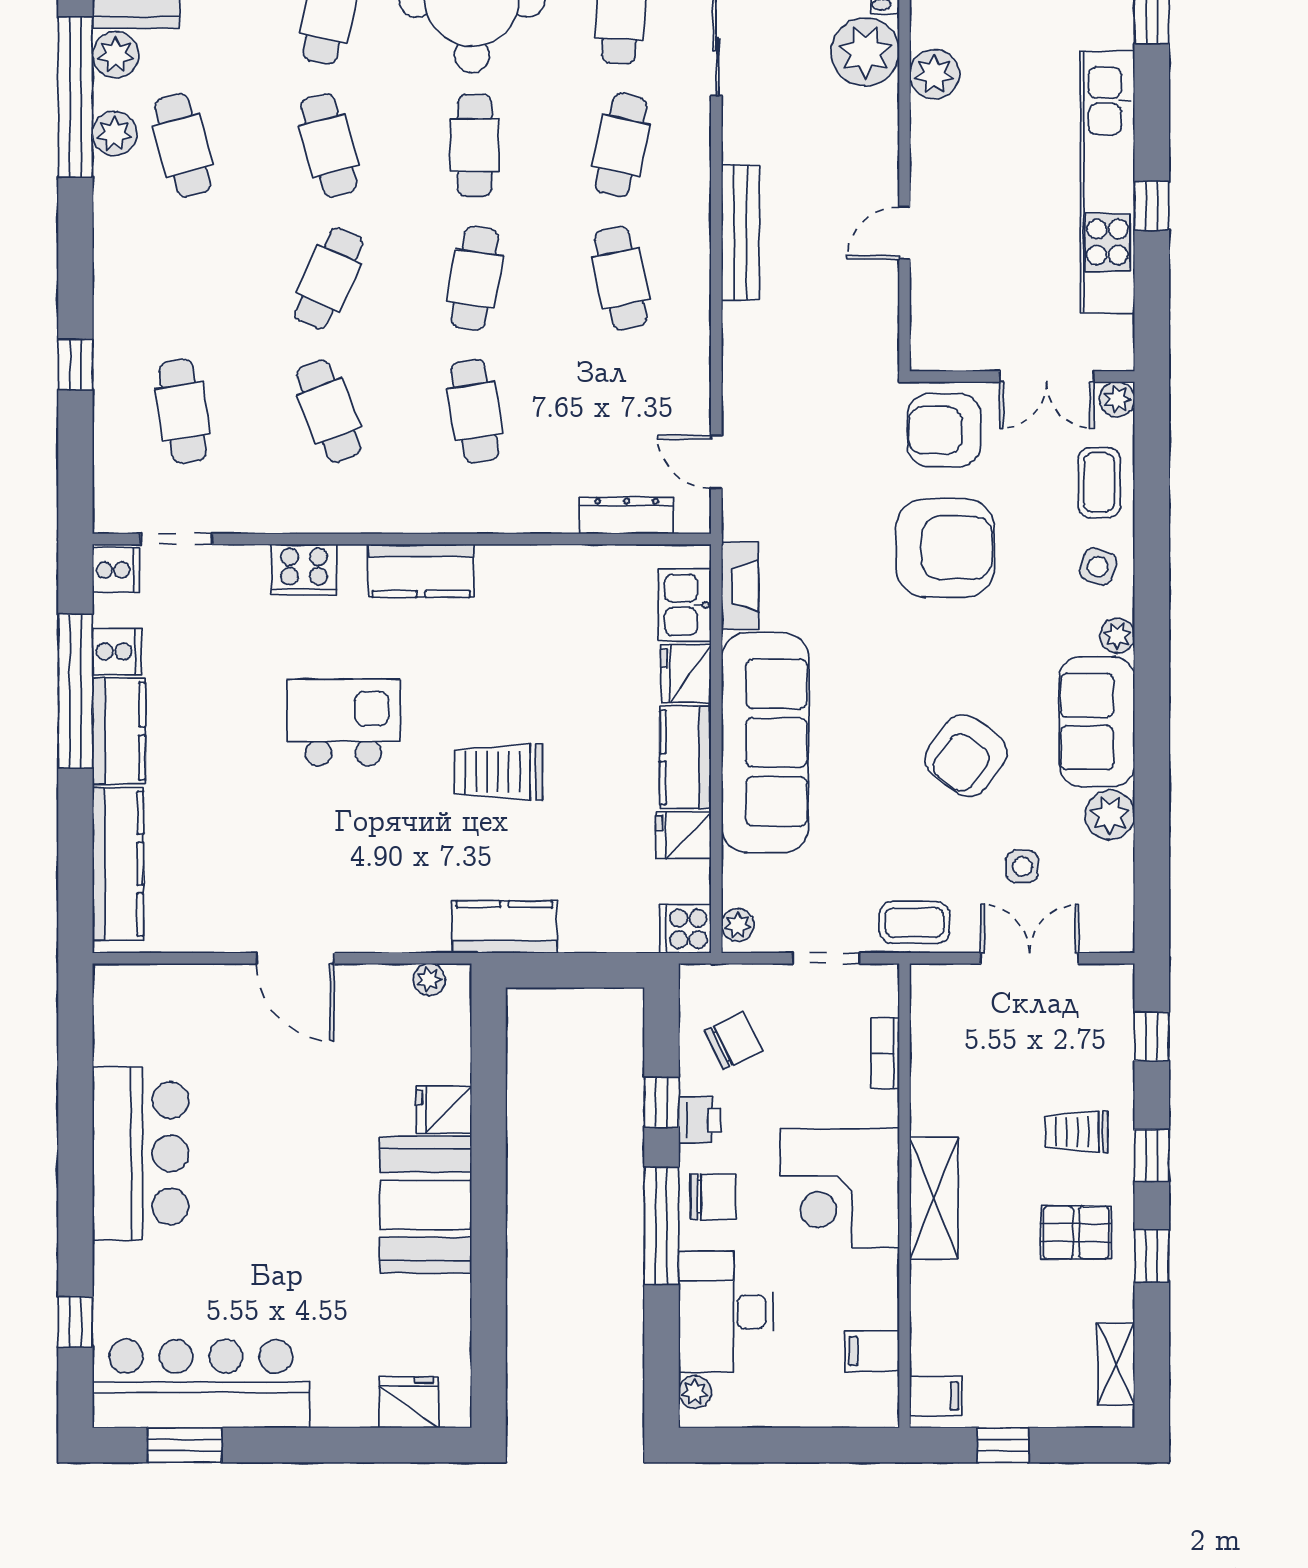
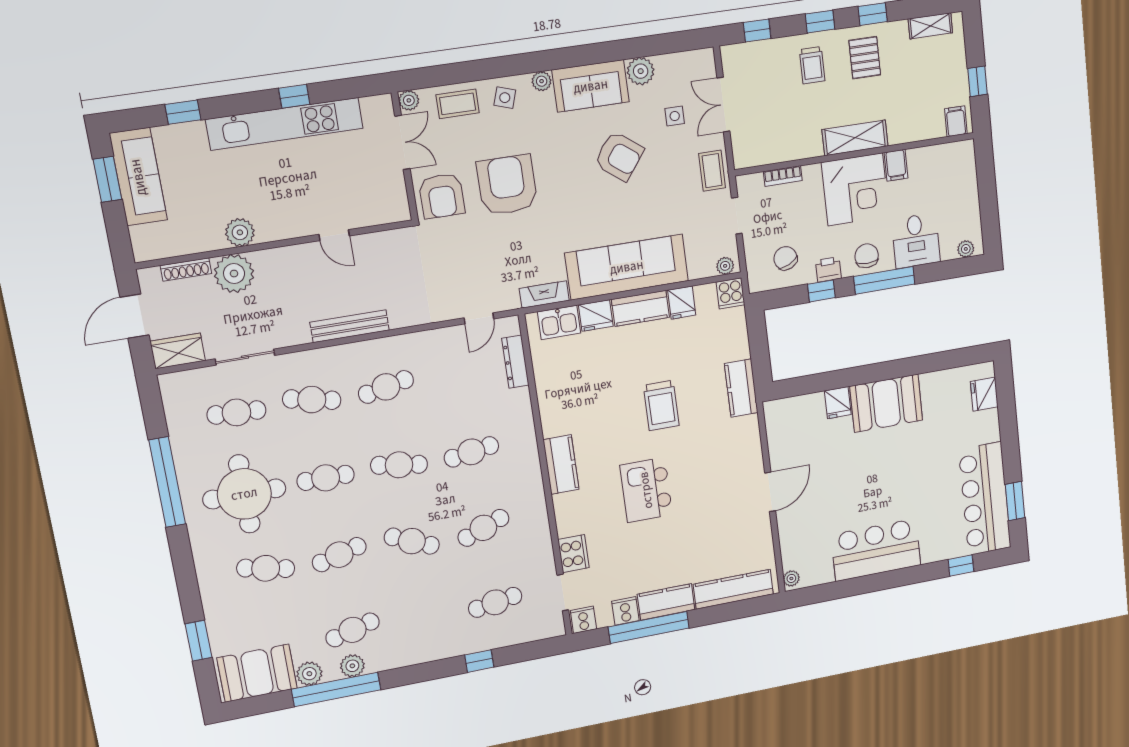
cooker: (304, 570) -> (574, 554), moved
plant: (429, 979) -> (791, 578), moved
desk: (726, 1312) -> (916, 241), width x0.73
filing cabinet: (872, 1351) -> (896, 165), moved

